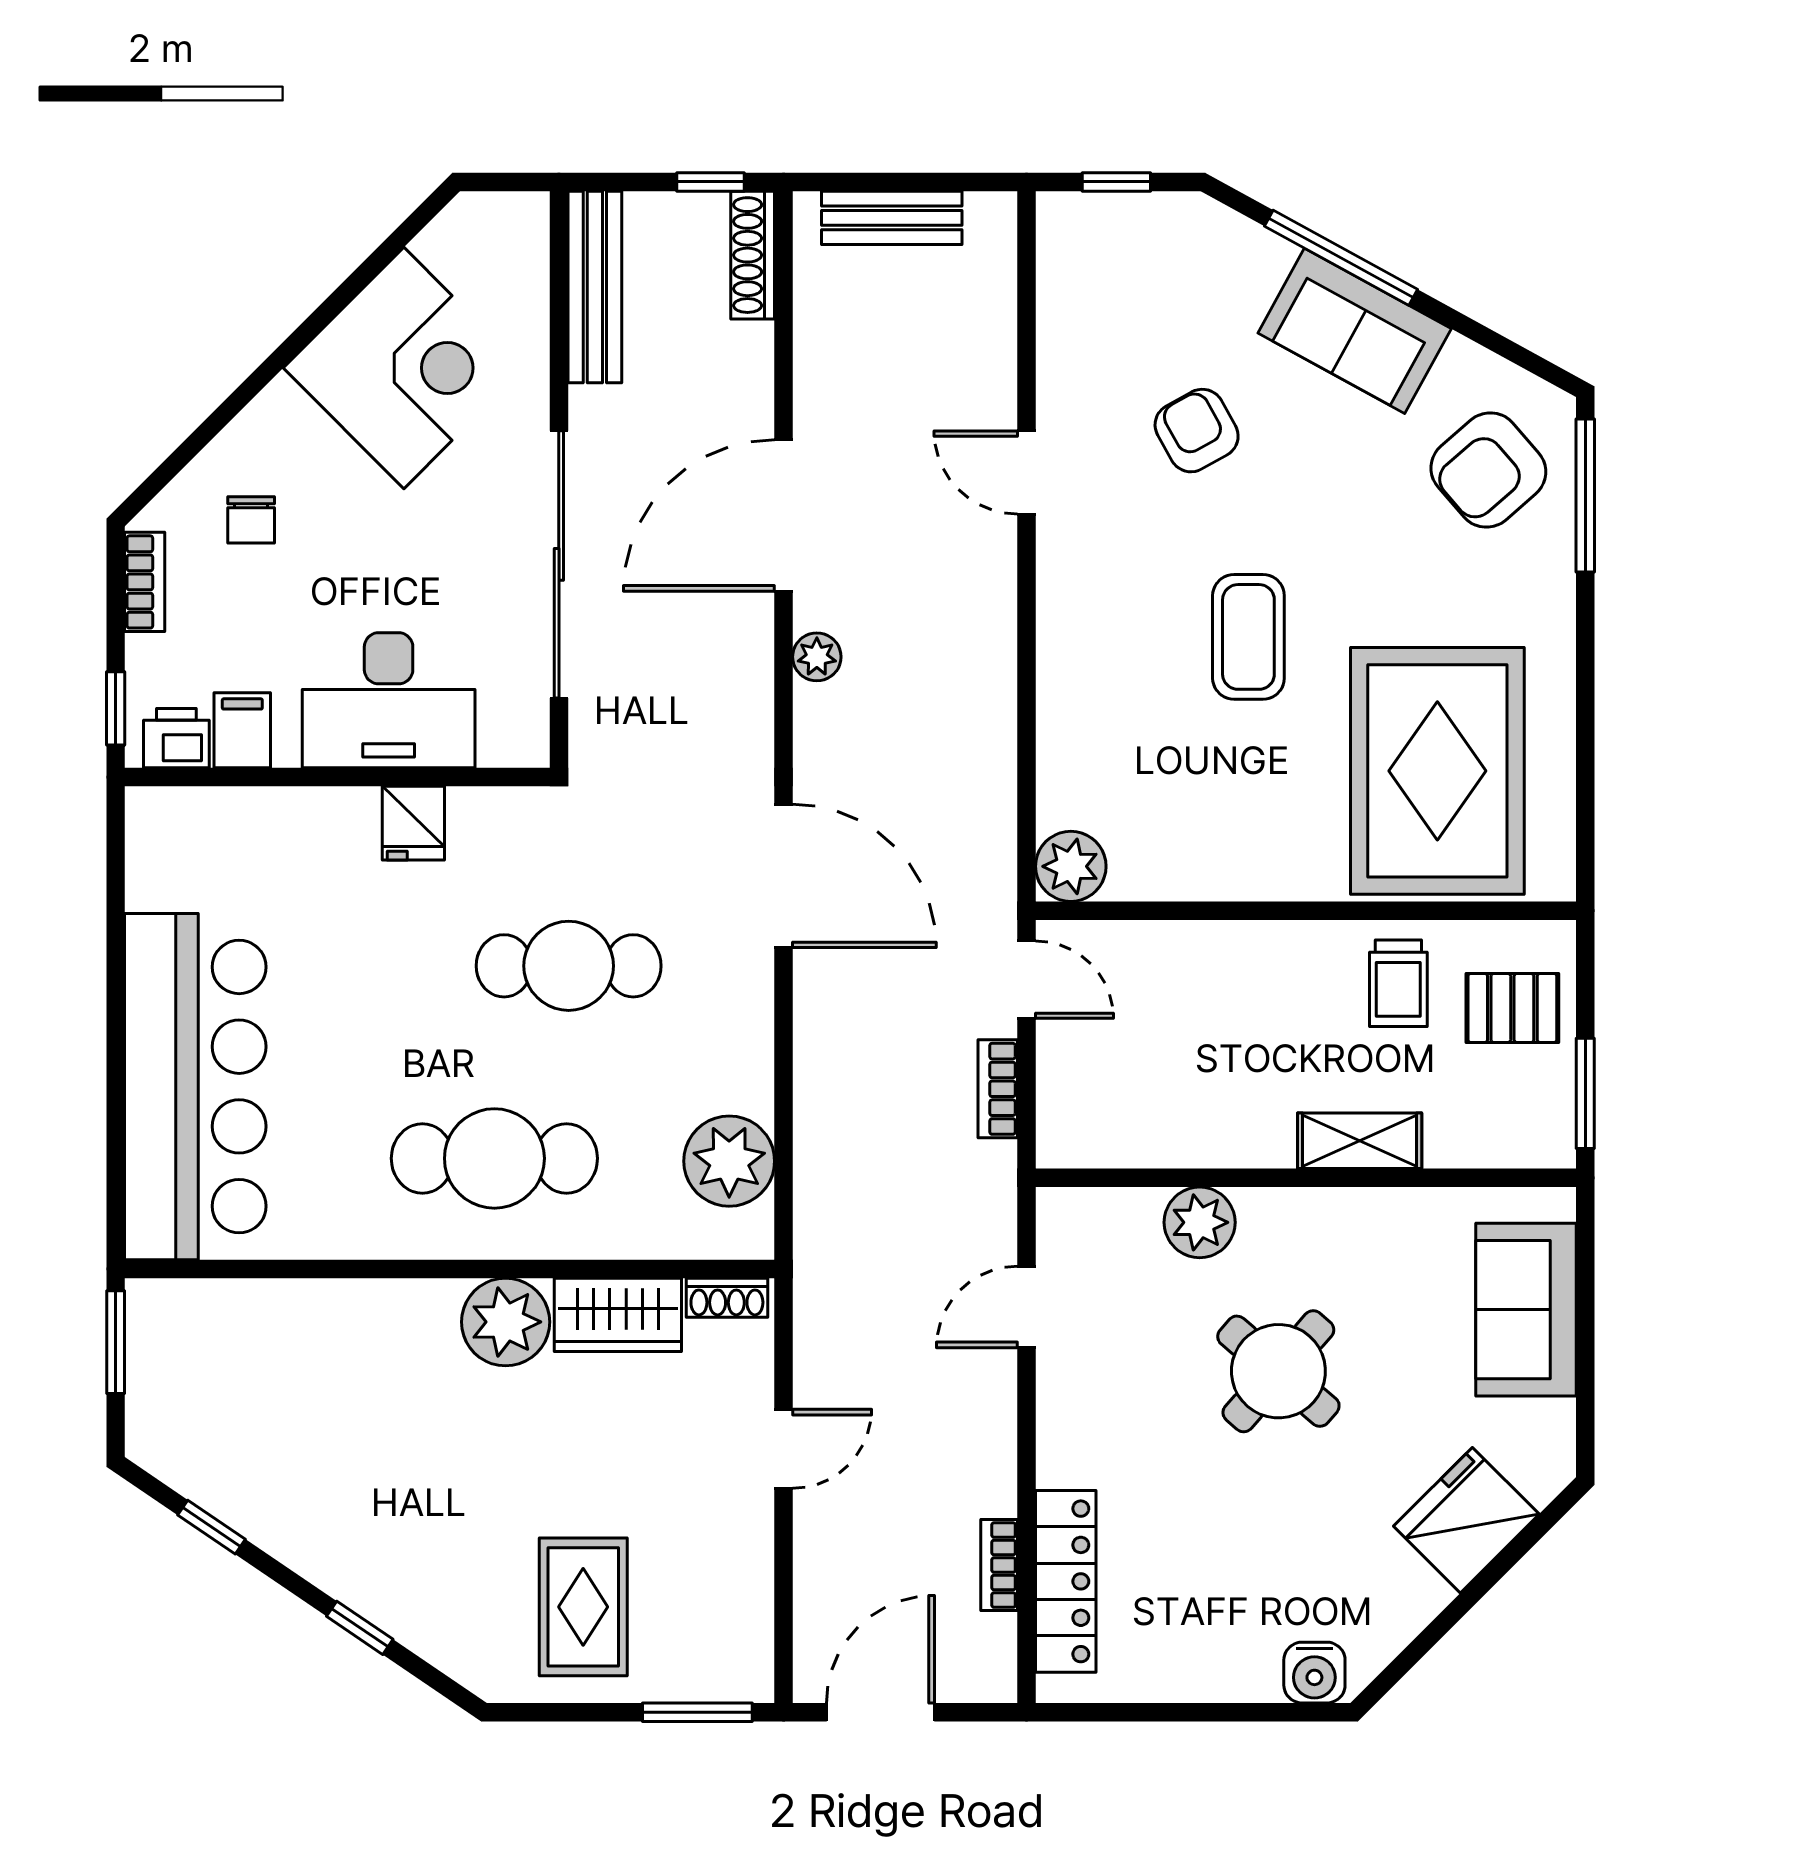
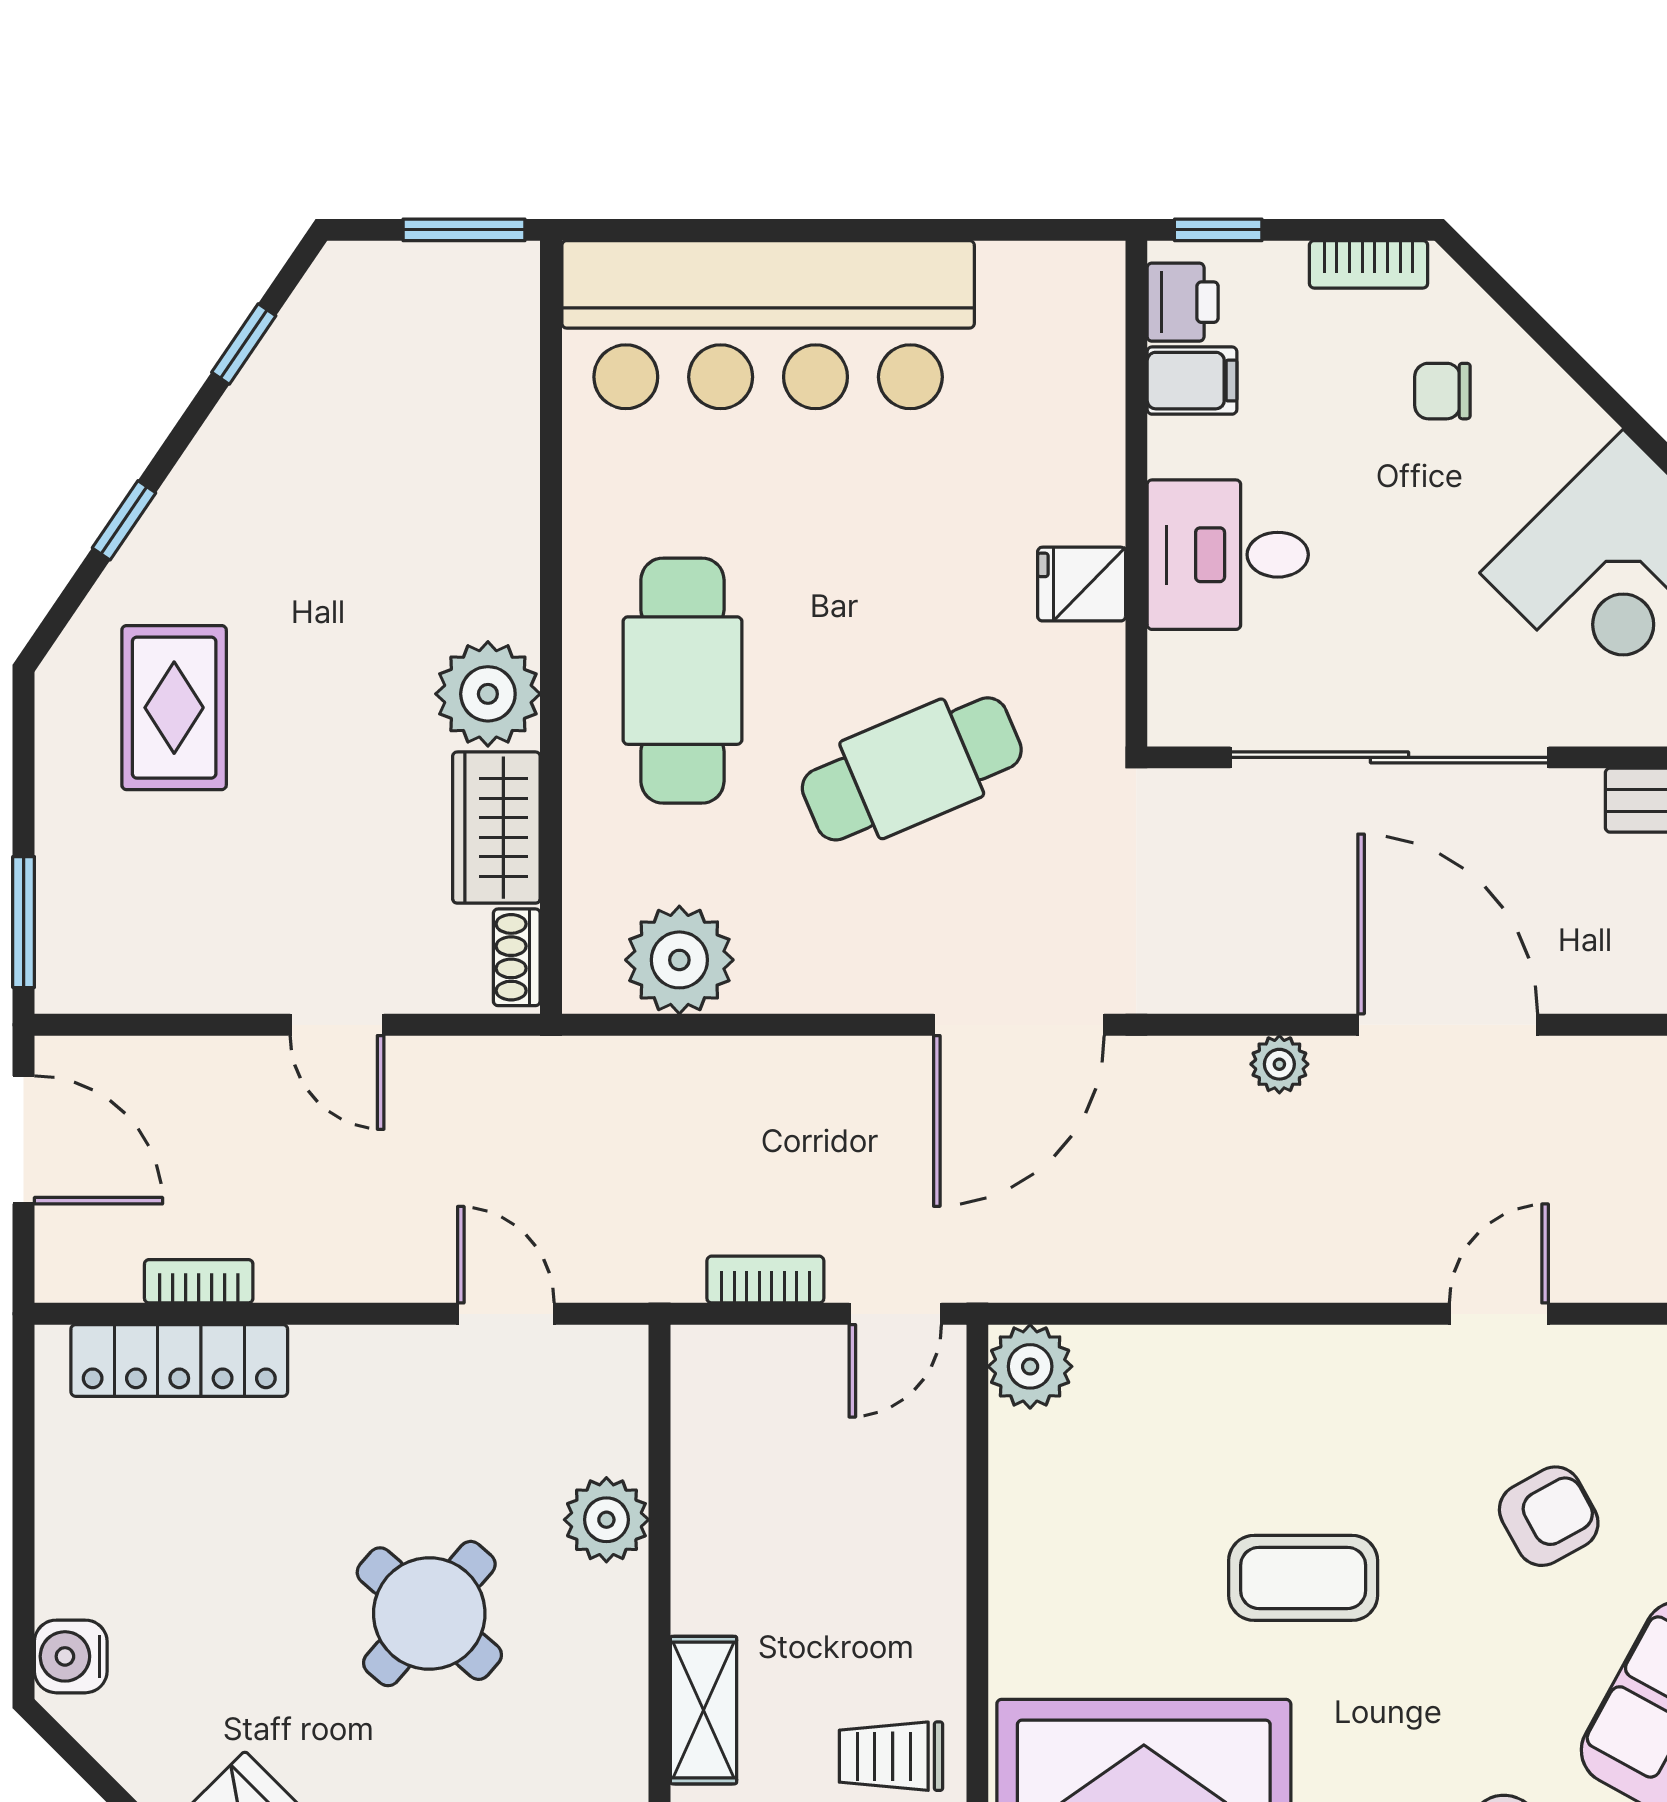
desk: (389, 700) -> (1228, 555), width x0.73
cafe table: (569, 966) -> (912, 769), turned 67
rug: (583, 1607) -> (174, 708), moved, turned 90

